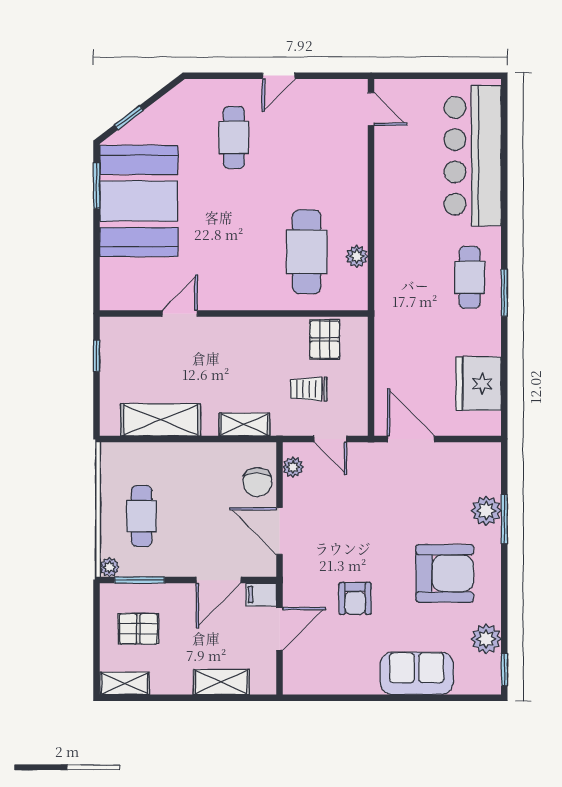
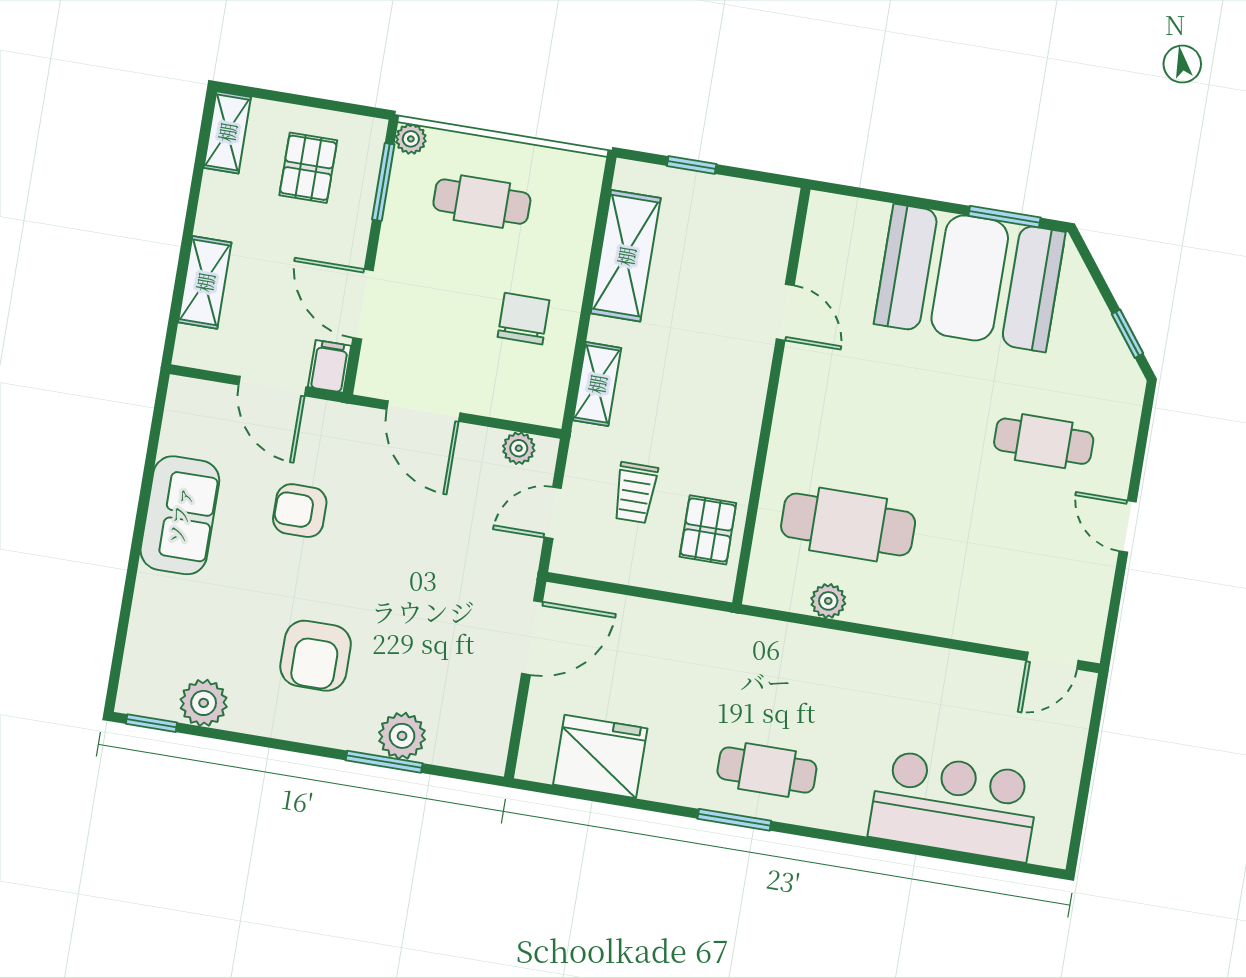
window: (129, 118) -> (1128, 334), moved
bar counter: (473, 156) -> (954, 806), width x0.73
pallet: (325, 339) -> (708, 530), turned 90
window: (97, 356) -> (692, 165), moved
trolley: (309, 389) -> (635, 493), turned 180
chair: (257, 482) -> (524, 319), moved, turned 90
door: (280, 531) -> (423, 411), swing flipped
armchair: (445, 573) -> (316, 656), width x0.73, depth x0.73
sofa: (417, 673) -> (180, 515), moved

